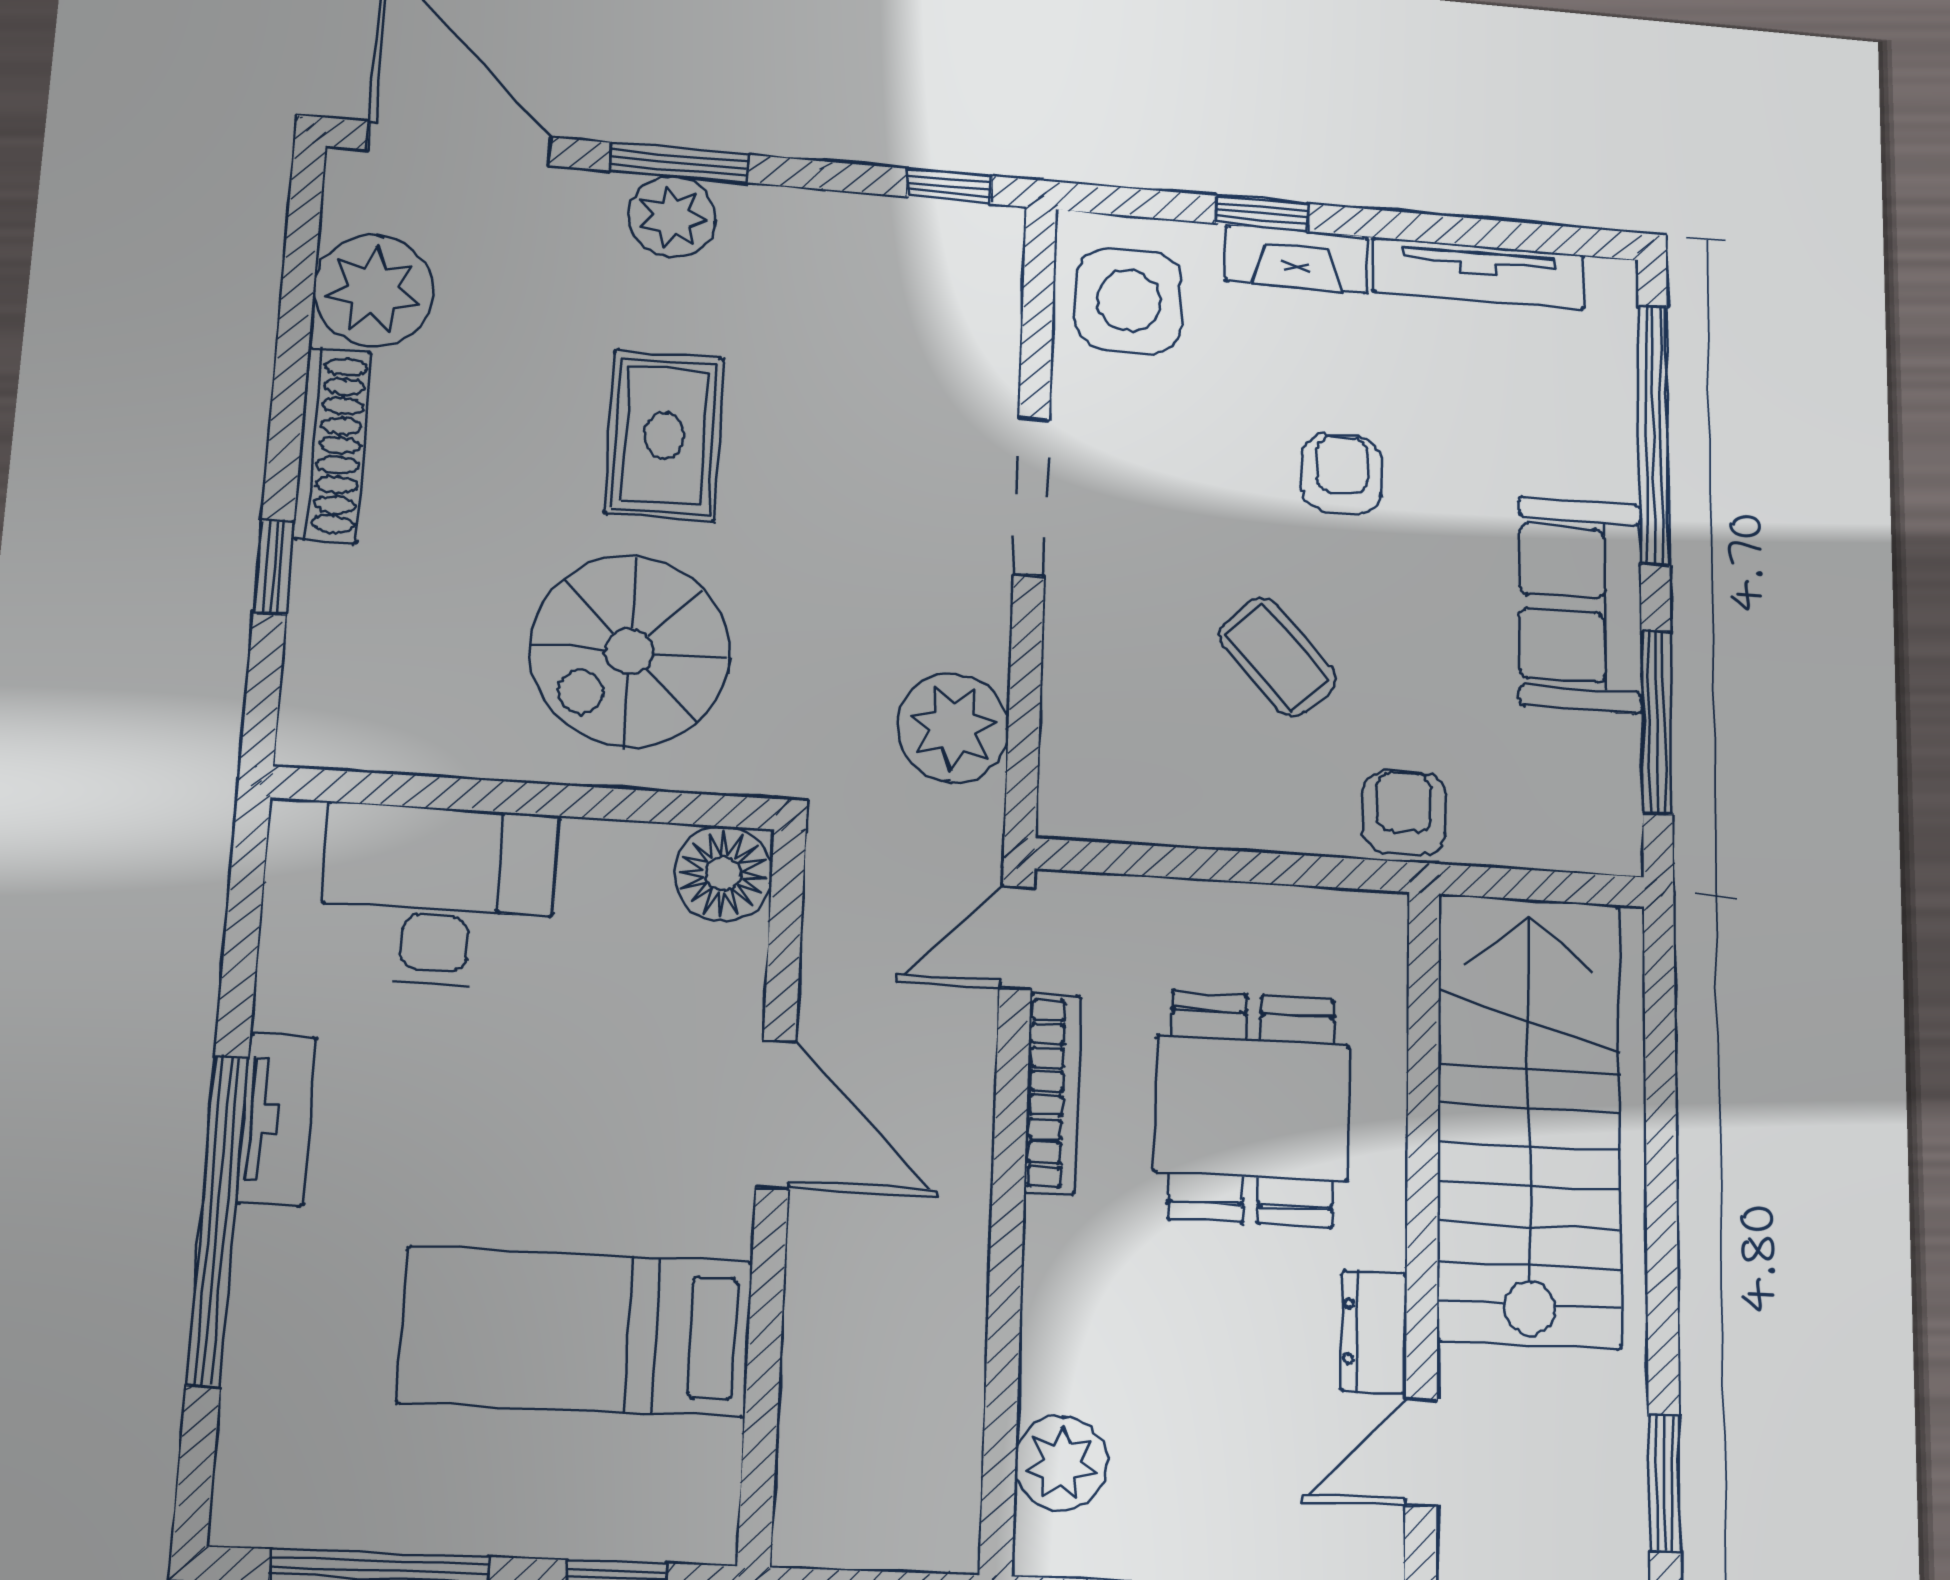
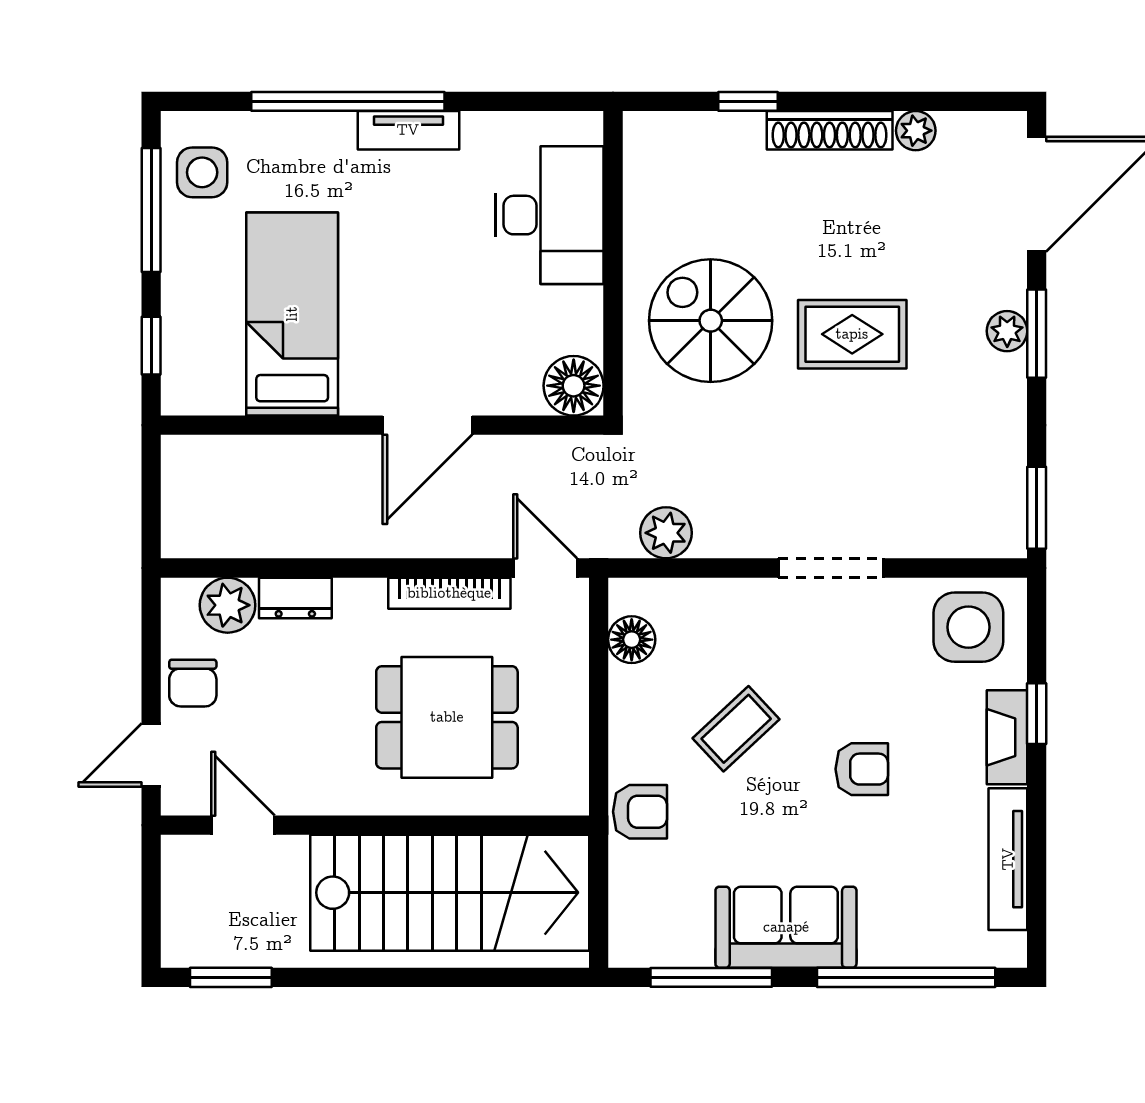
window: (949, 186) -> (1037, 508), width x1.50
plant: (672, 217) -> (1007, 331), width x0.73, depth x0.73
plant: (373, 290) -> (916, 131), width x0.53, depth x0.53
plant: (953, 728) -> (666, 533), width x0.73, depth x0.73
floor lamp: (1135, 808) -> (632, 640), added
dresser: (1374, 1332) -> (295, 598), moved, turned 180
side table: (321, 1478) -> (202, 172), added
chair: (1188, 1528) -> (193, 683), added

